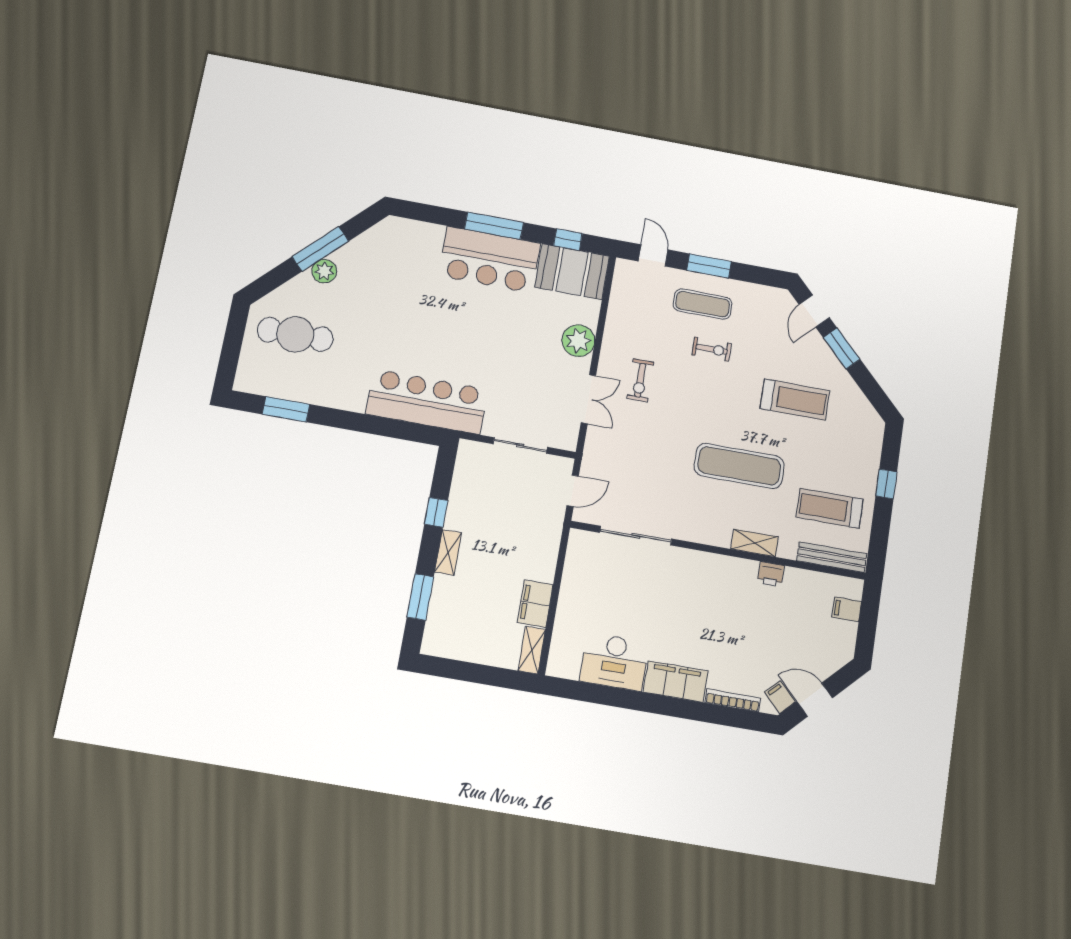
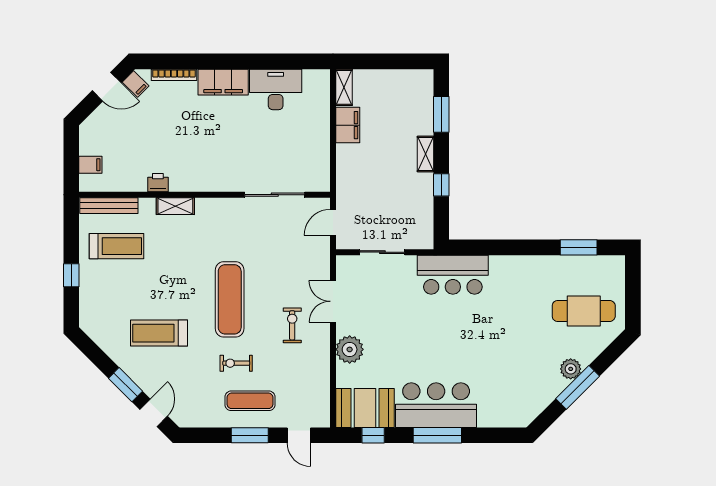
bar counter: (427, 402) -> (453, 275), width x0.73
exercise mat: (739, 466) -> (230, 299), moved, turned 90

